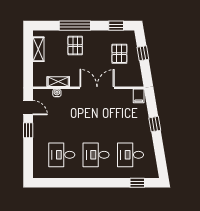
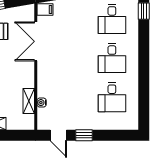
double door: (97, 88) -> (36, 41), moved
door: (28, 108) -> (58, 135), swing flipped

